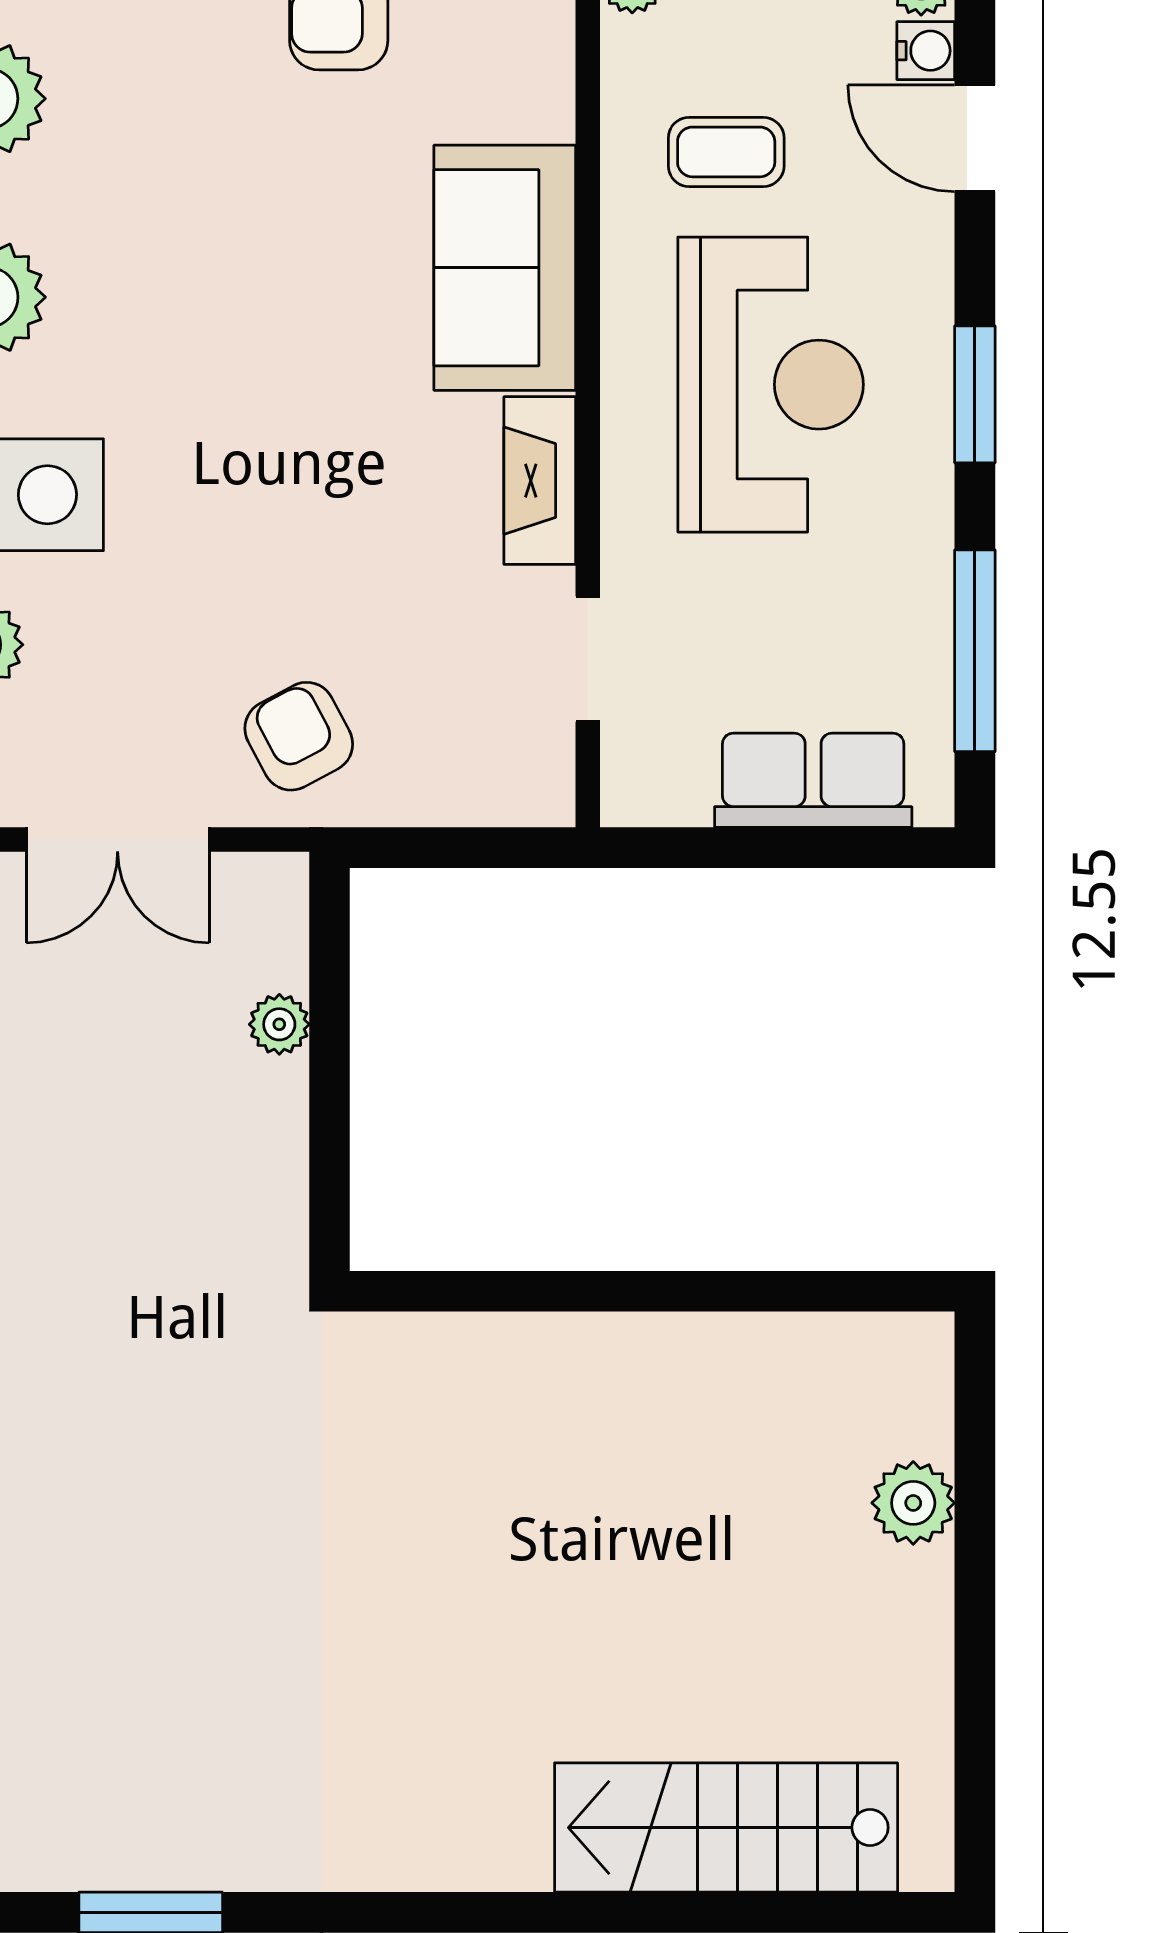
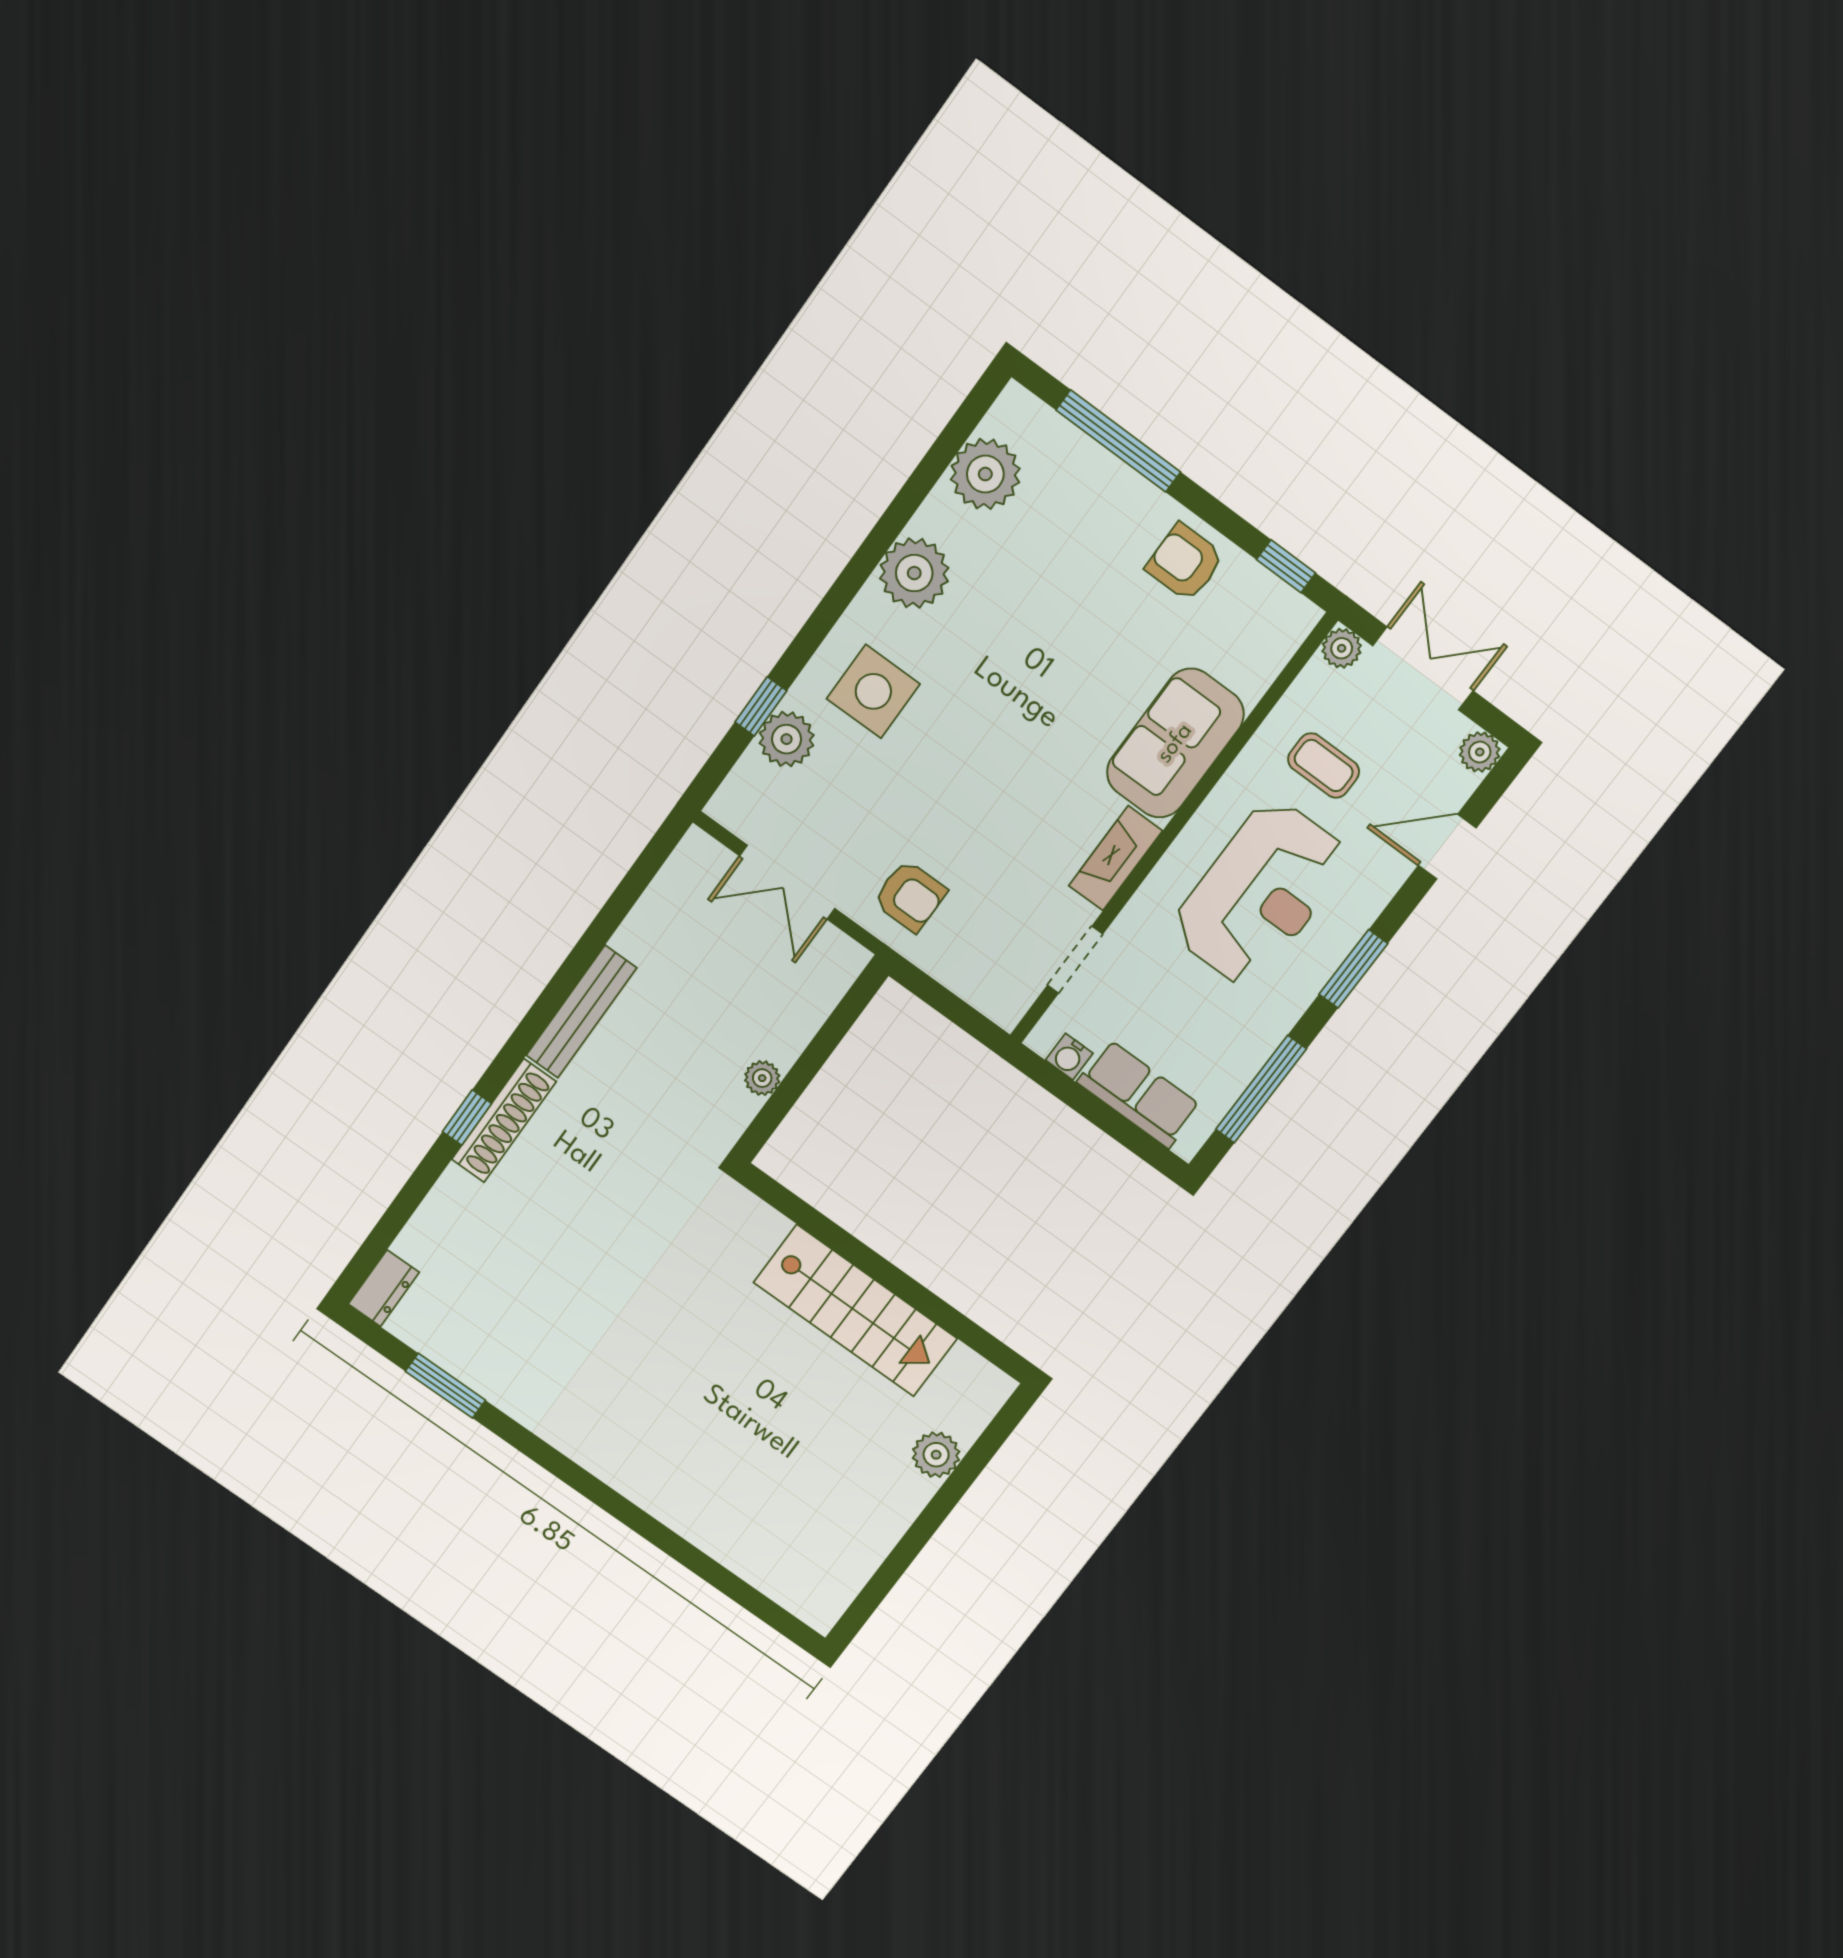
water cooler: (926, 51) -> (1069, 1057), moved, turned 90
door: (975, 138) -> (1447, 847), hinge flipped
armchair: (299, 736) -> (910, 896), turned 118
plant: (279, 1024) -> (762, 1078), moved
stairs: (726, 1828) -> (855, 1311), moved, turned 180

